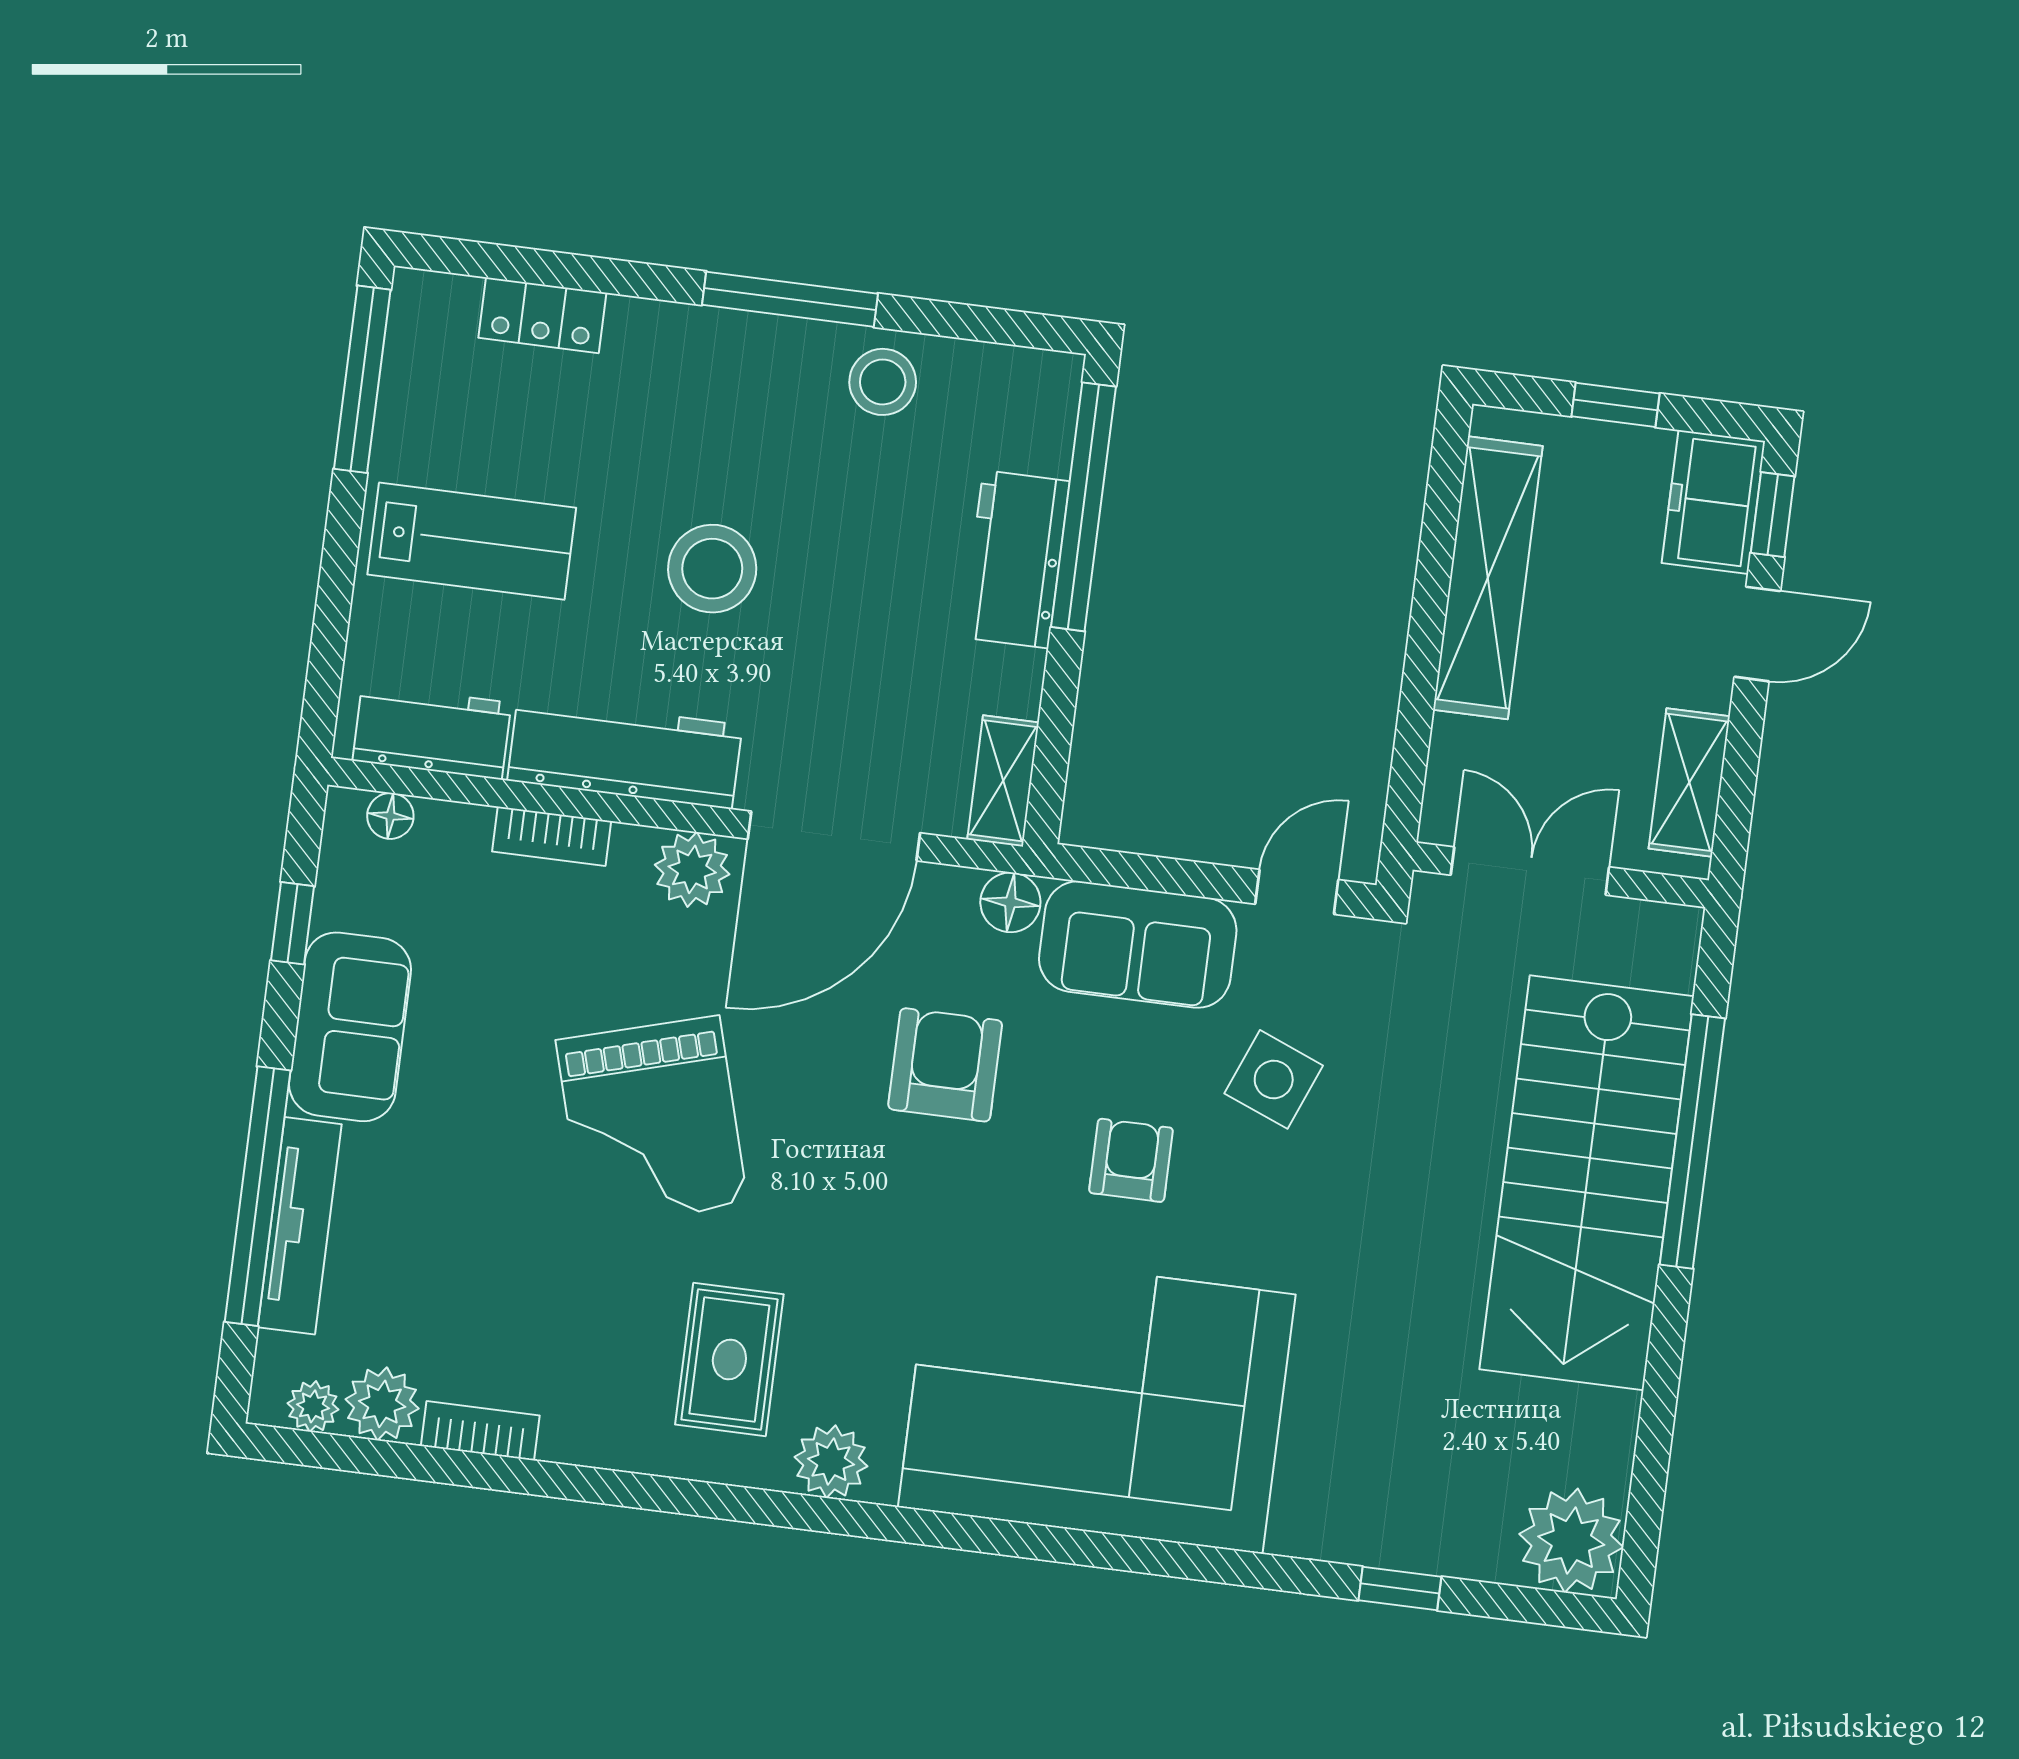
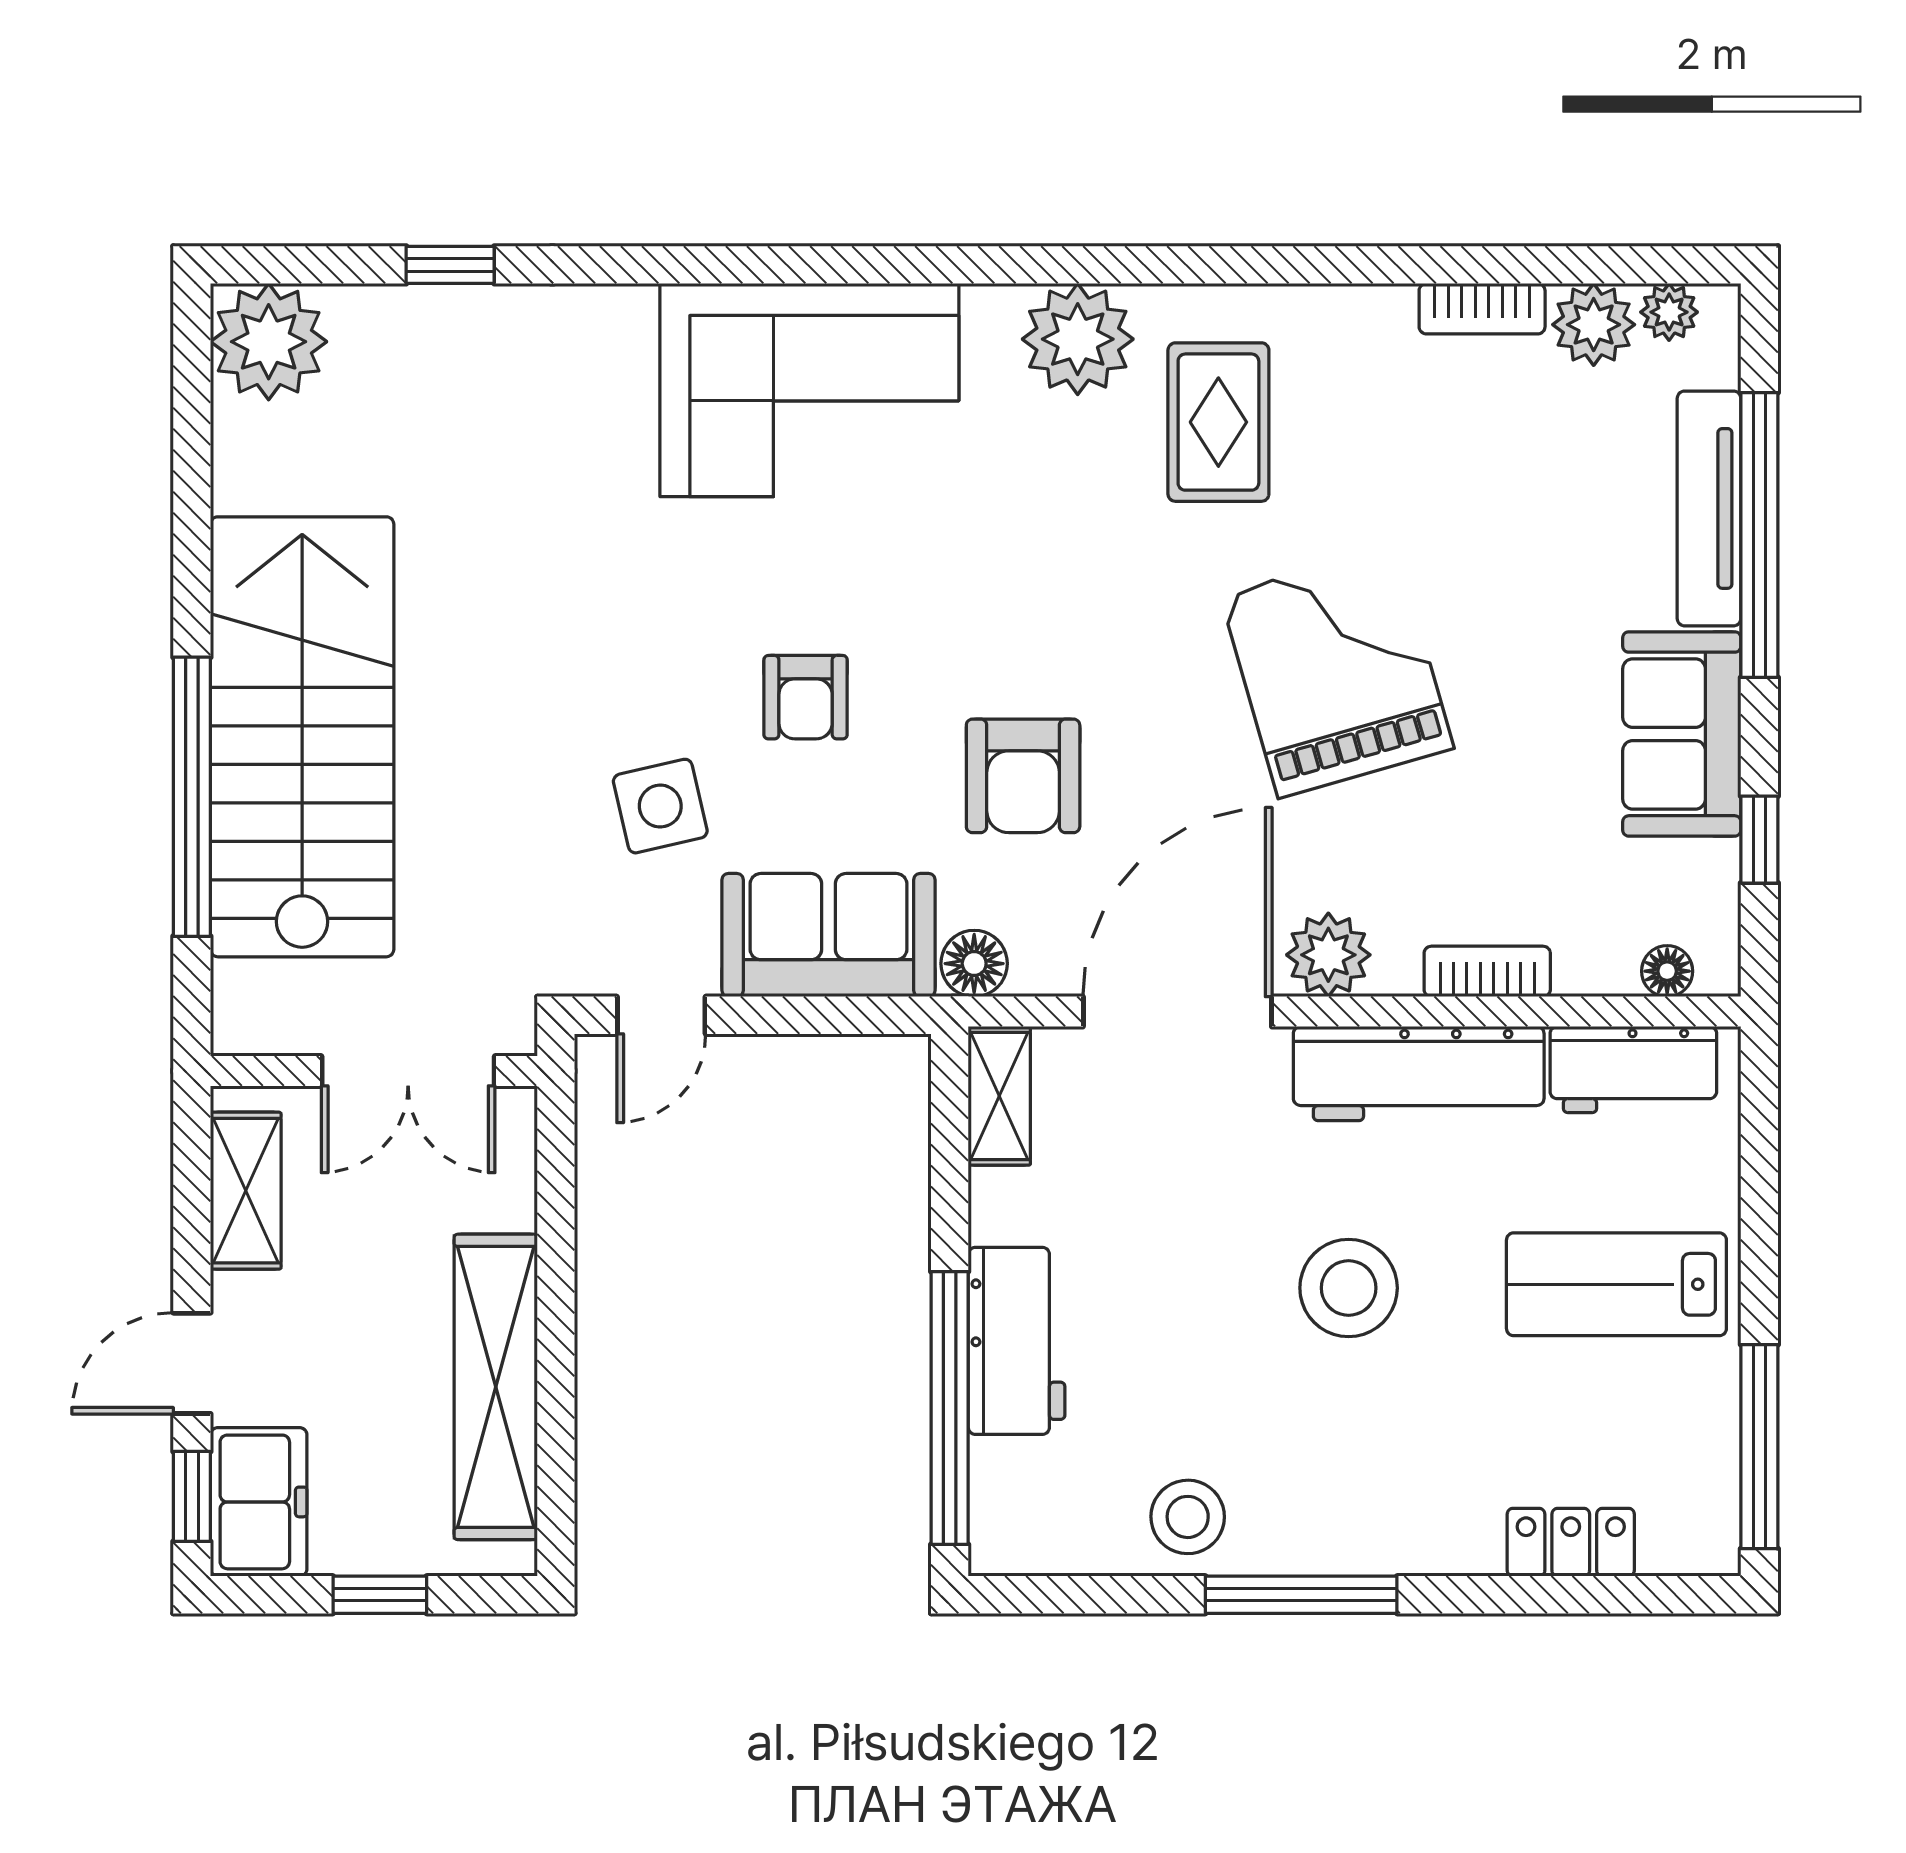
side table: (1274, 1079) -> (660, 806), turned -35
corner sofa: (1097, 1401) -> (809, 390), width x0.73, depth x0.74
plant: (831, 1462) -> (1078, 339), width x1.36, depth x1.36

